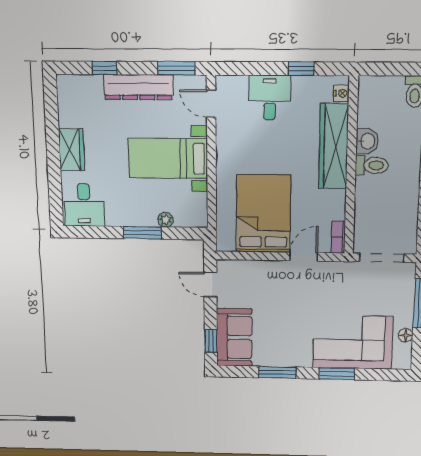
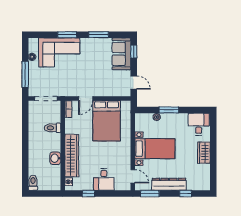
toilet: (372, 165) -> (53, 128), moved

